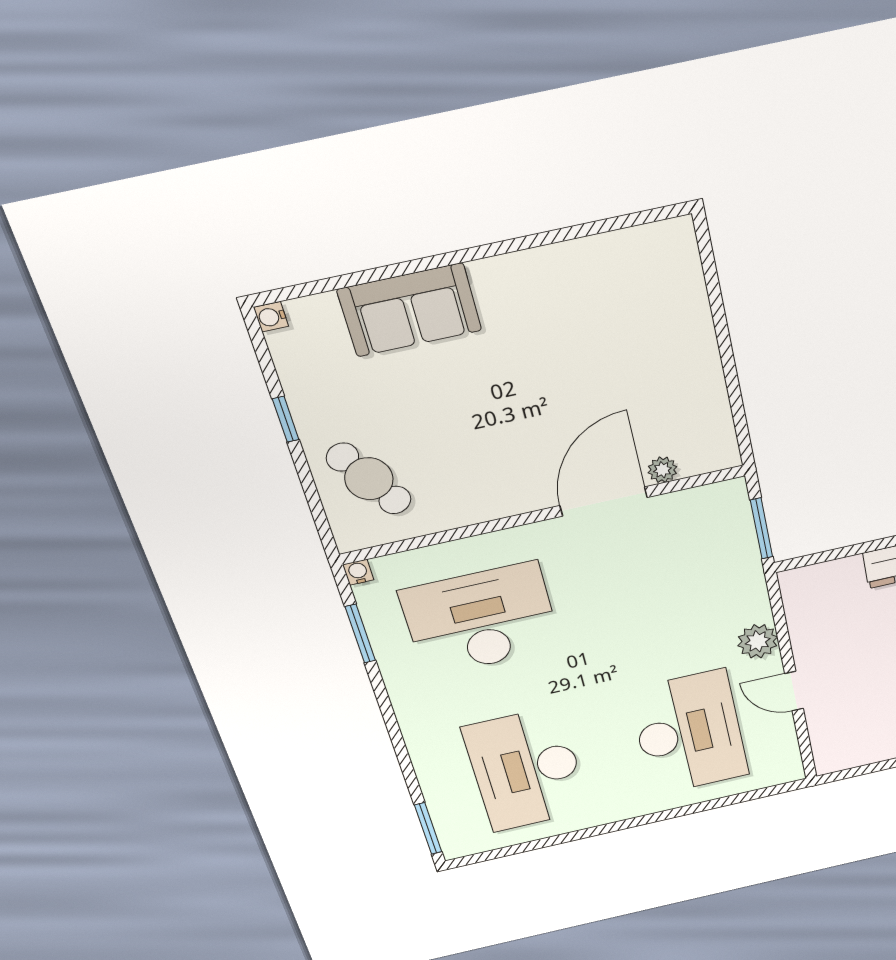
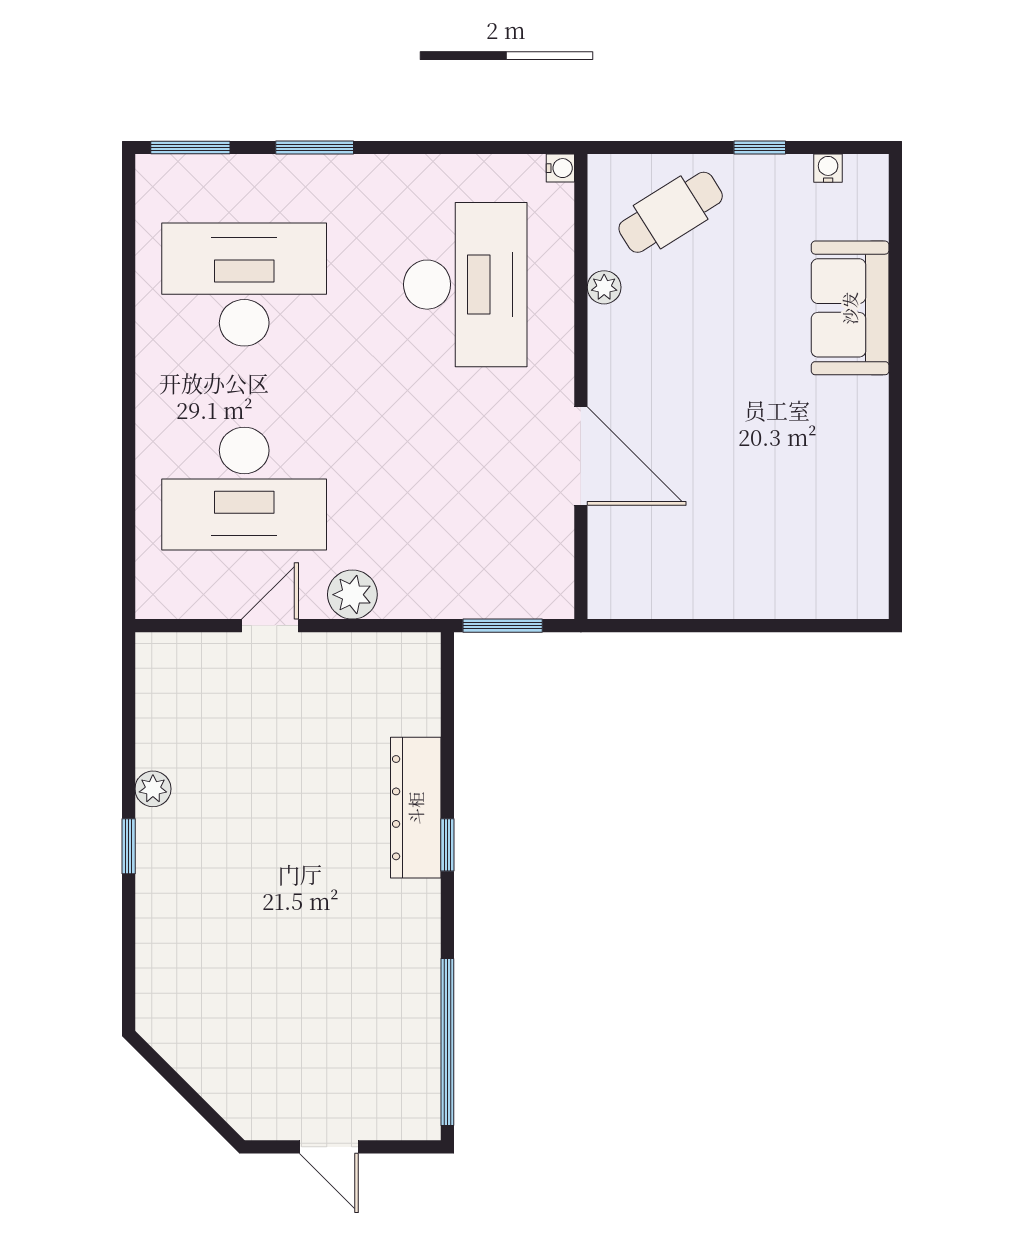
water cooler: (271, 317) -> (828, 168), moved
plant: (662, 470) -> (604, 287), moved
window: (360, 634) -> (315, 148), moved

